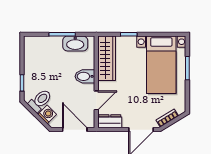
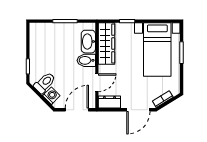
washbasin: (75, 43) -> (88, 42), moved, turned 90
door: (75, 130) -> (77, 110), hinge flipped

